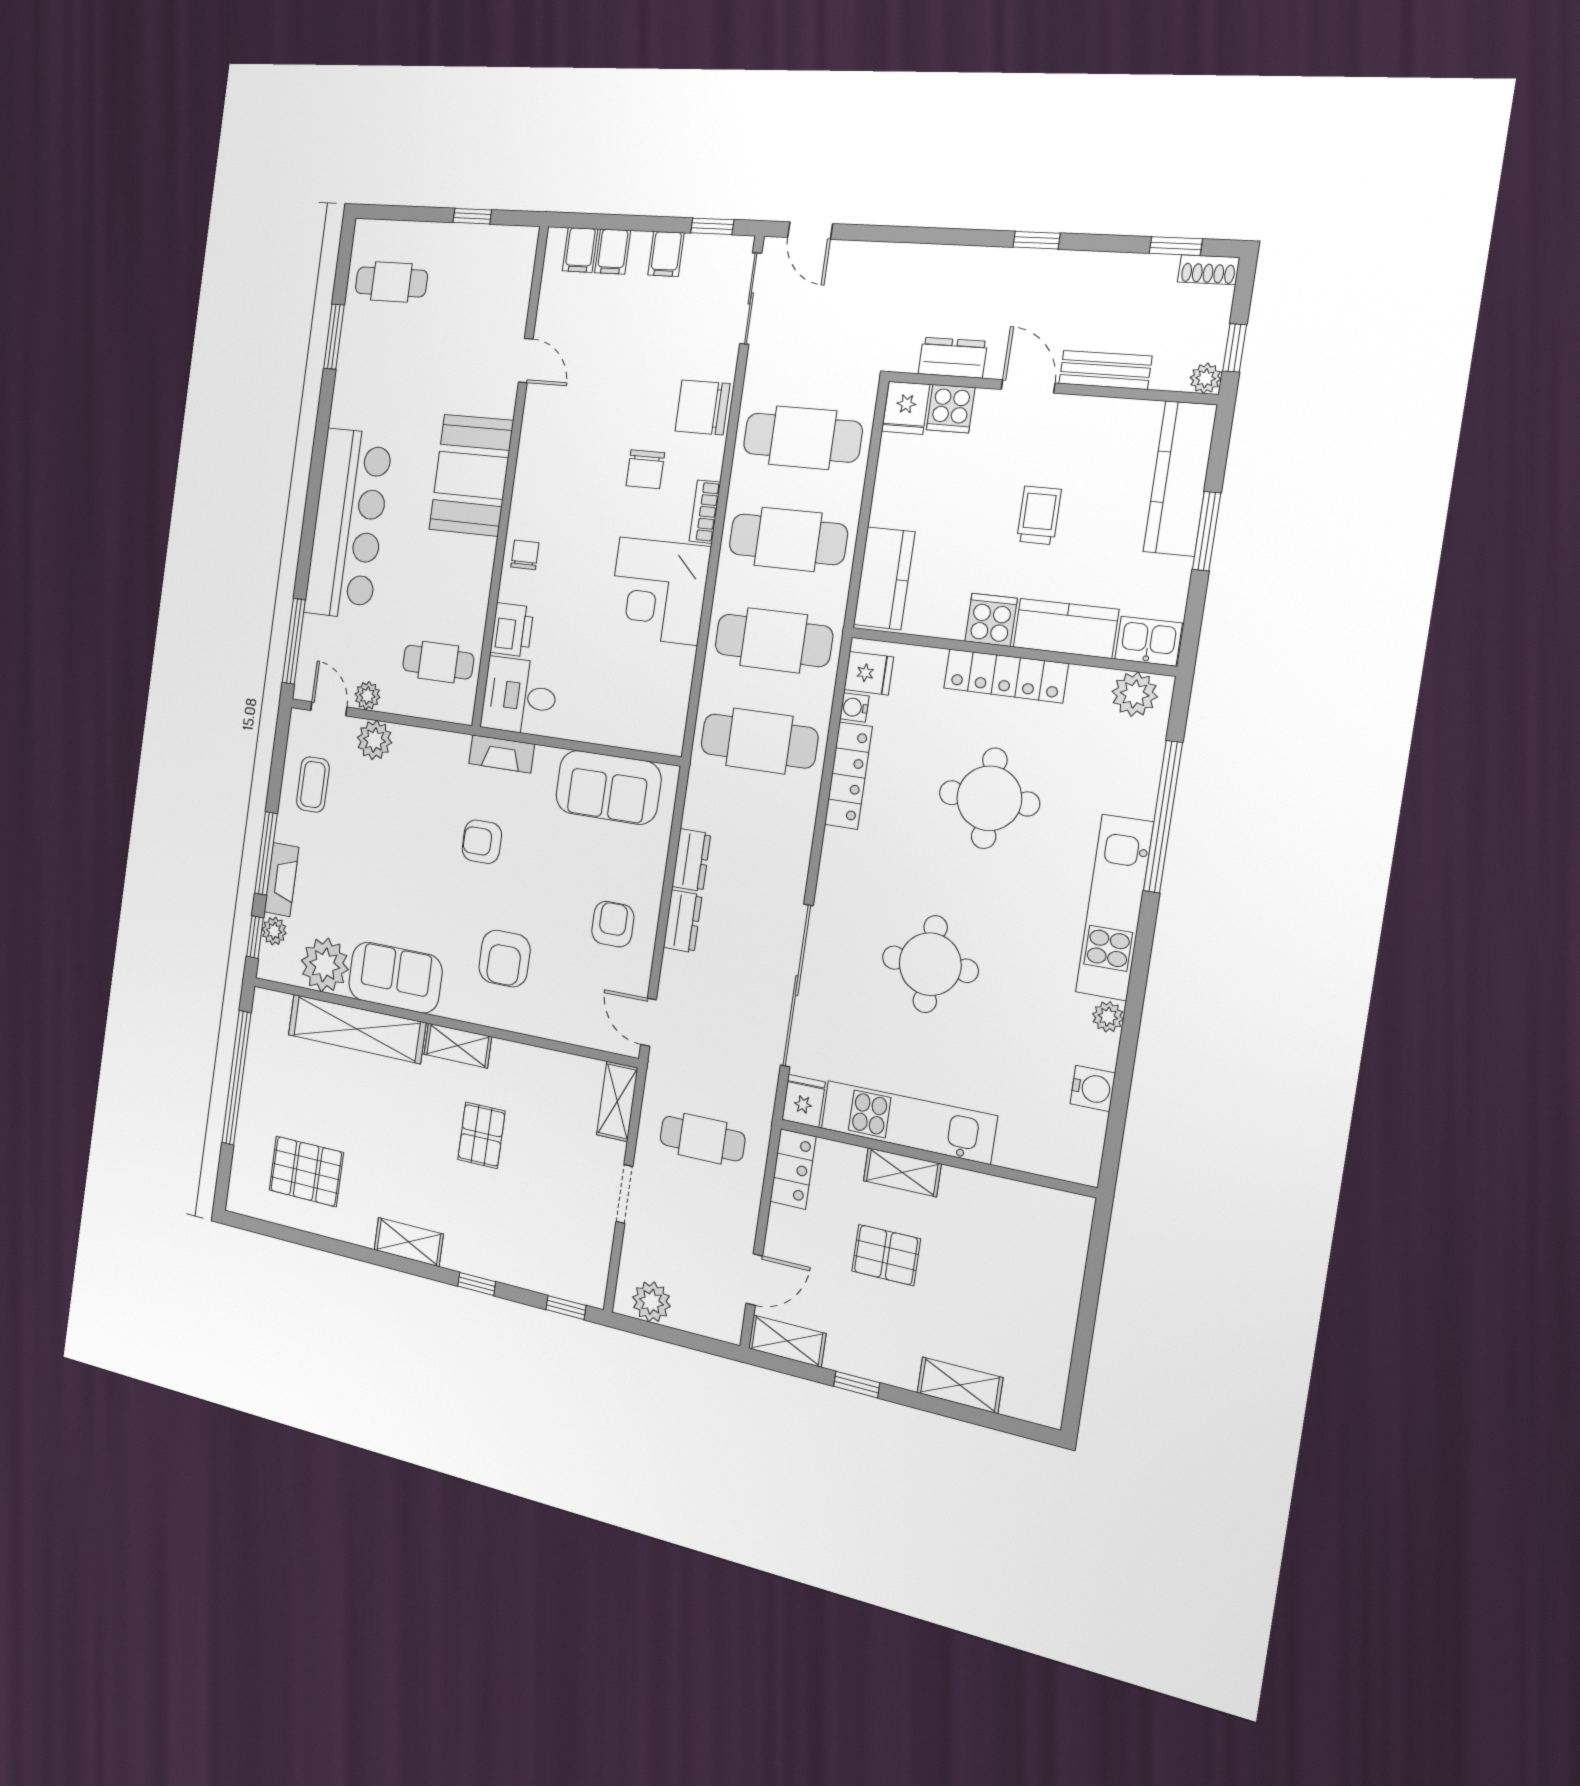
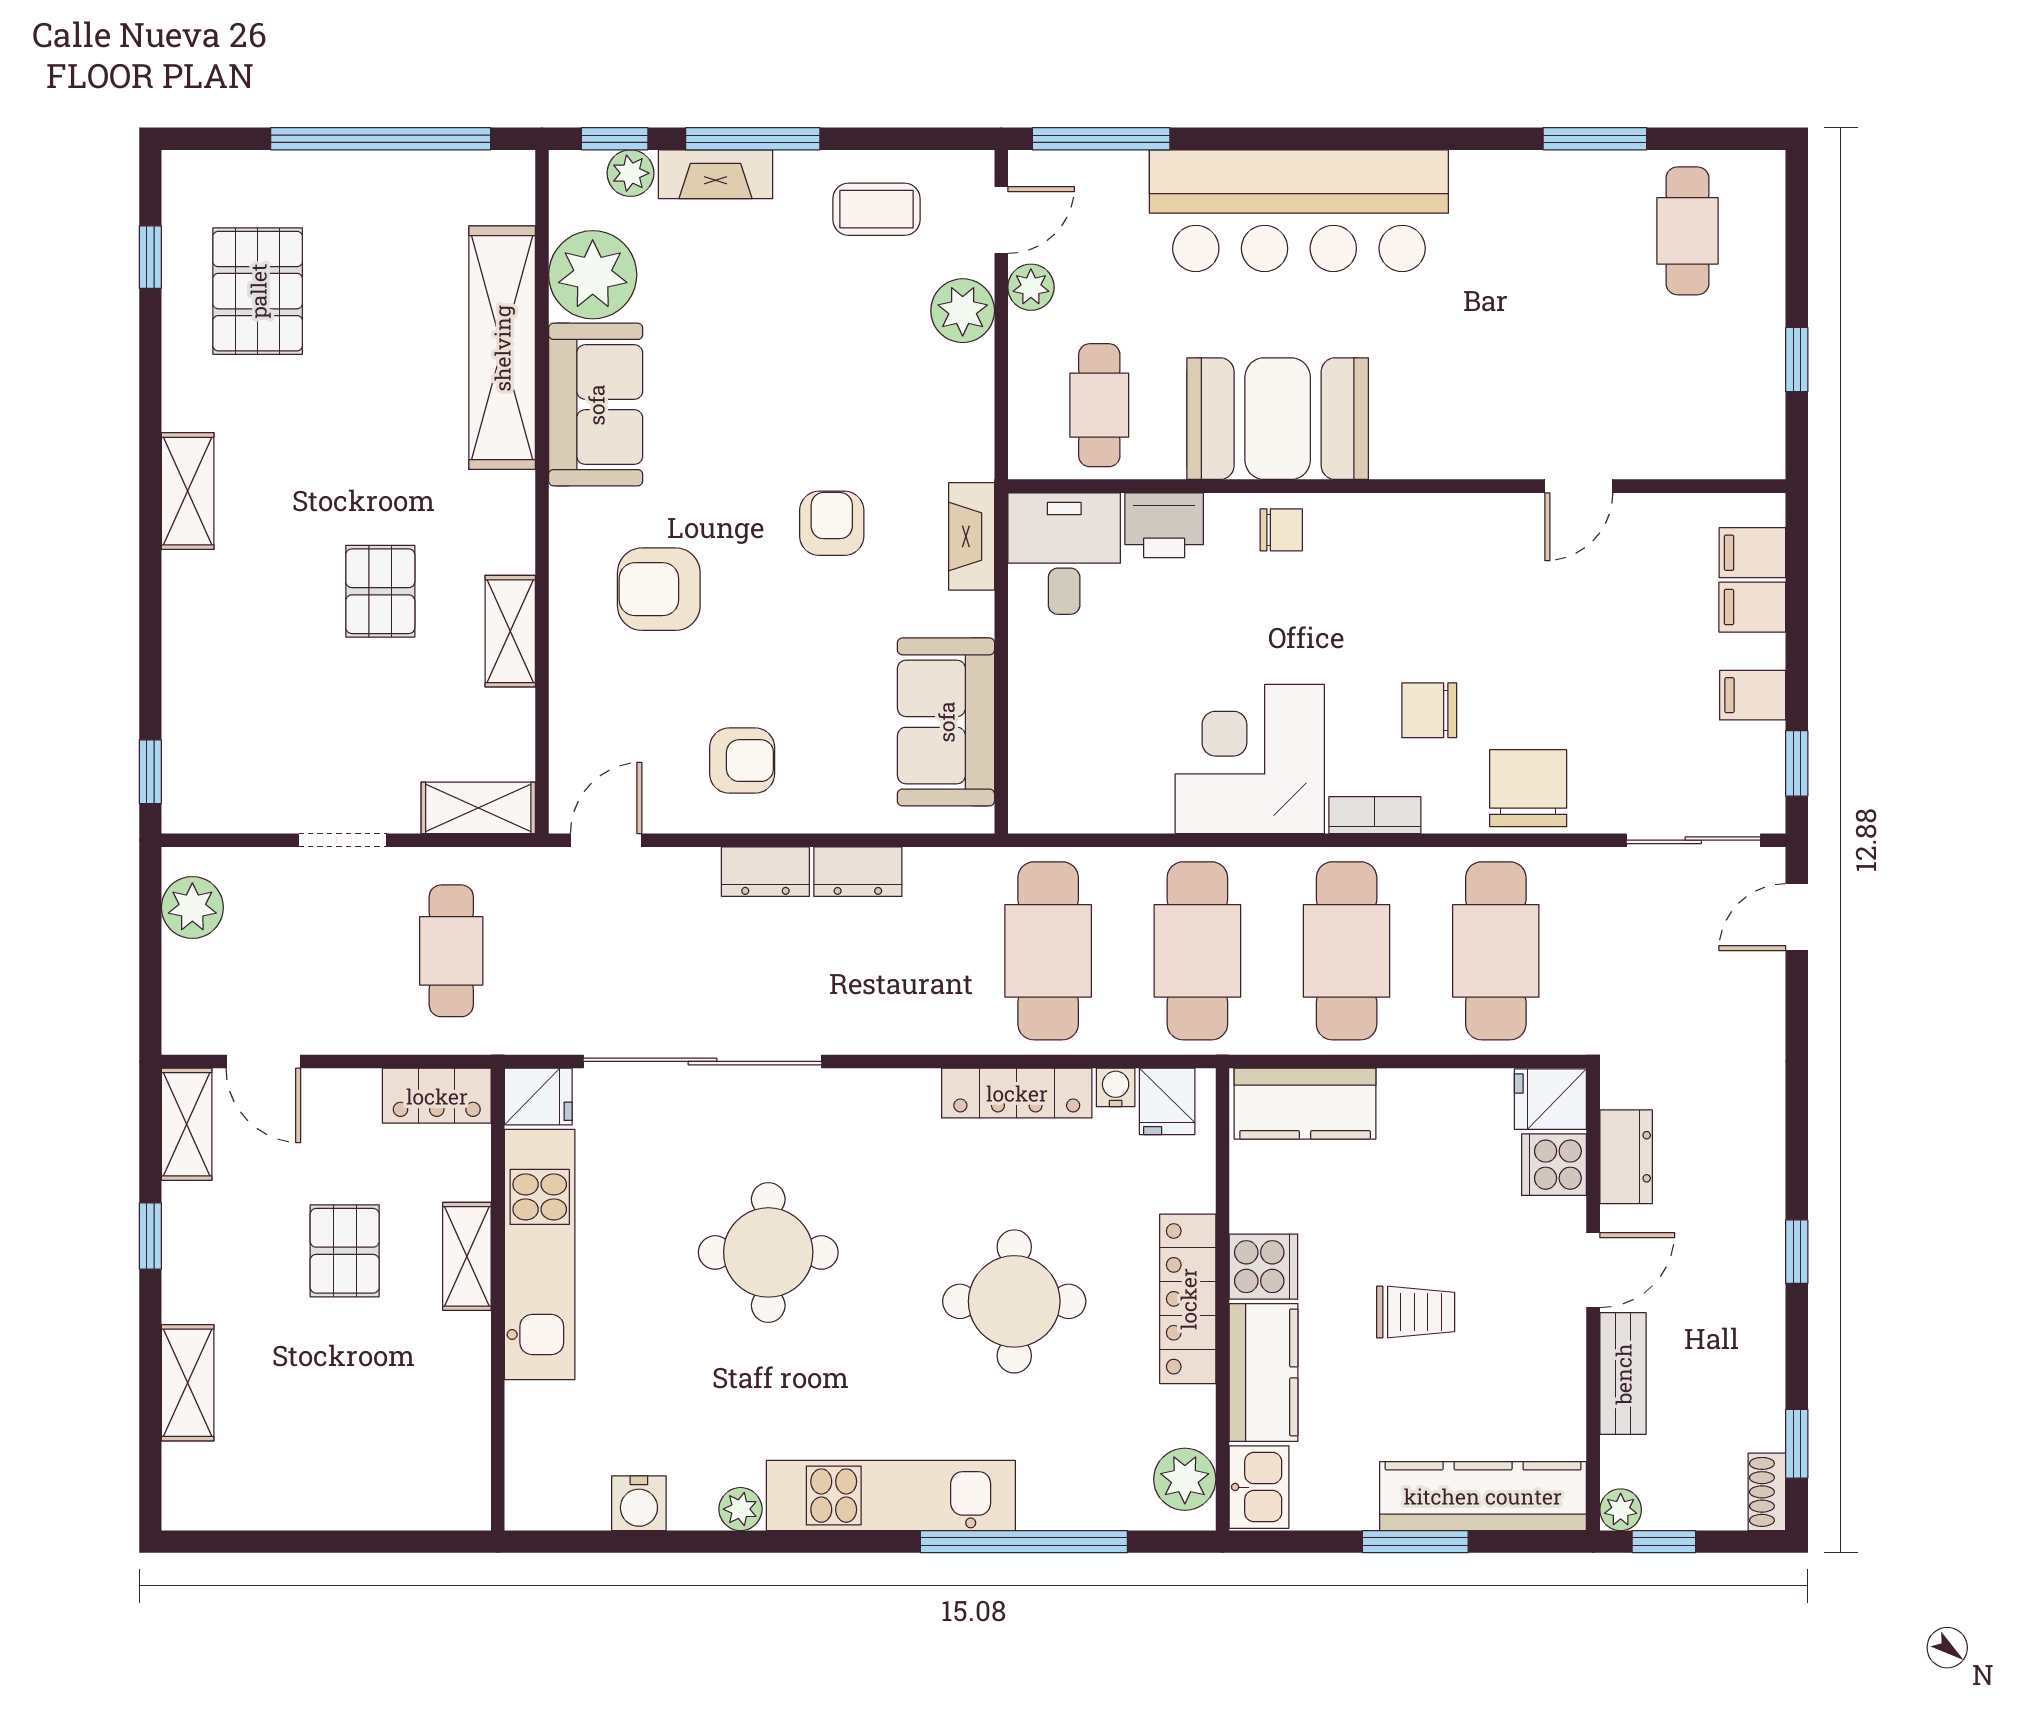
booth: (471, 475) -> (1278, 419), moved
shelving: (458, 1046) -> (510, 631), moved
pallet: (481, 1135) -> (380, 591), turned 90
window: (477, 1284) -> (150, 257), moved

